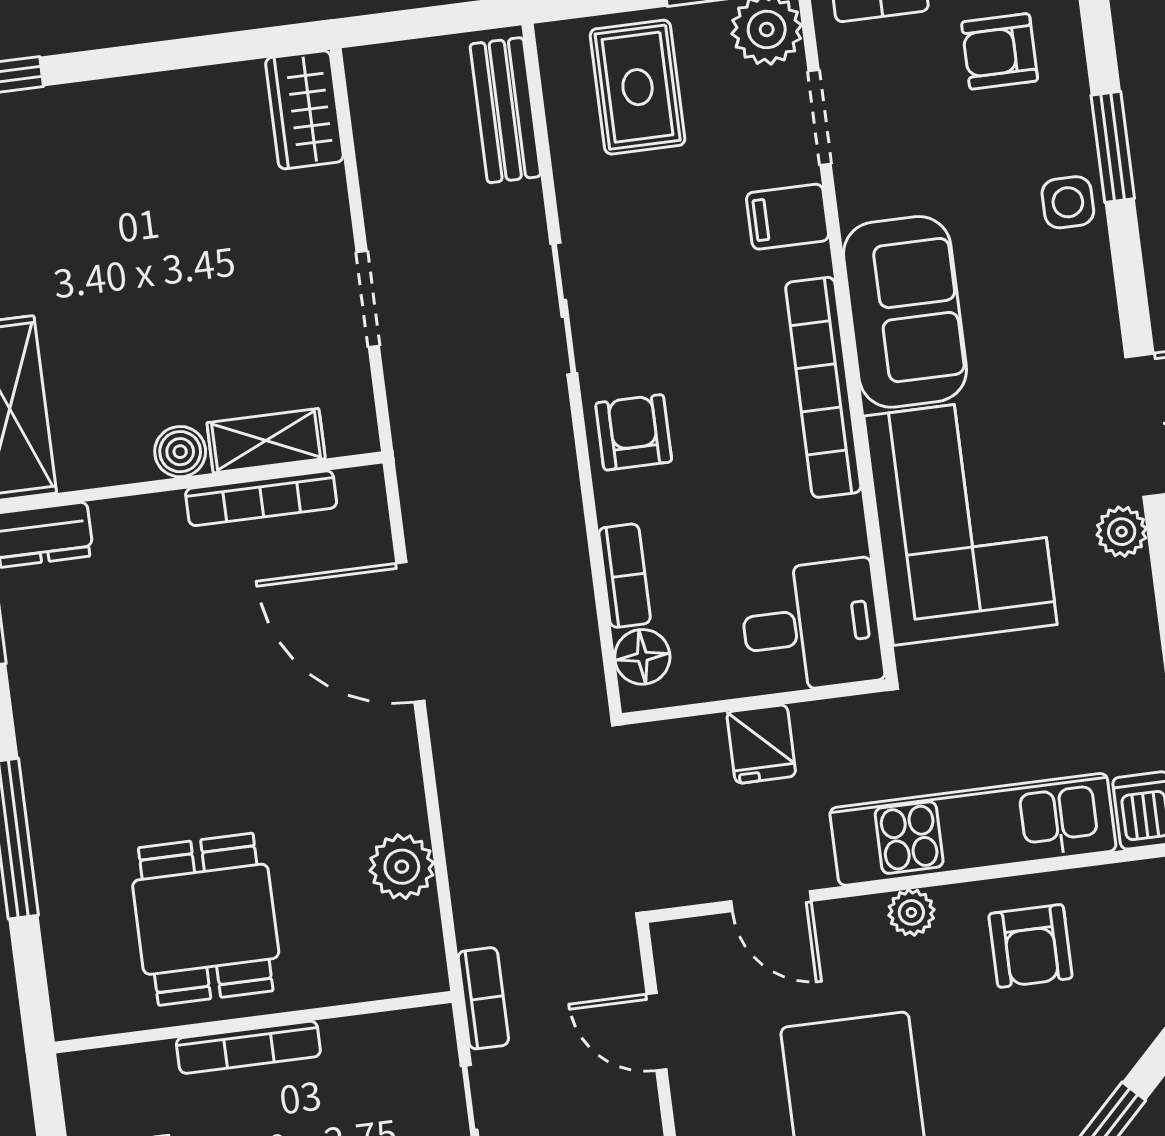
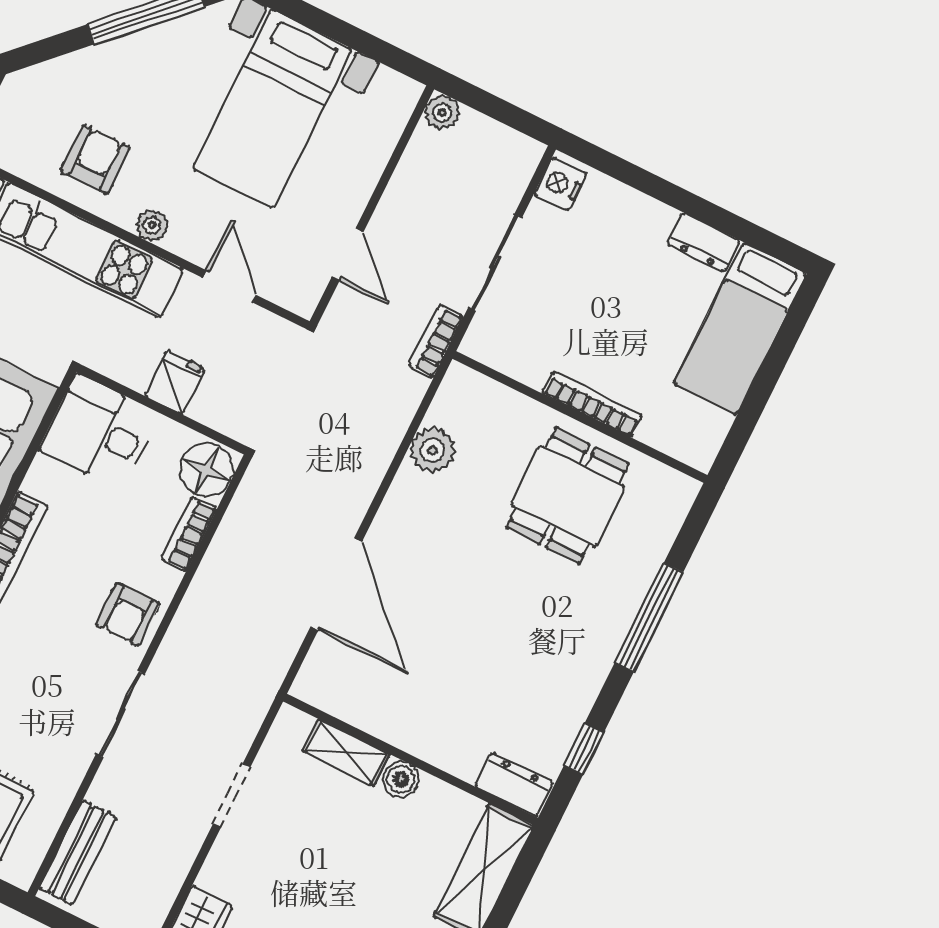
bookcase: (261, 498) -> (371, 721), removed
floor lamp: (642, 657) -> (207, 470), width x1.38, depth x1.38

